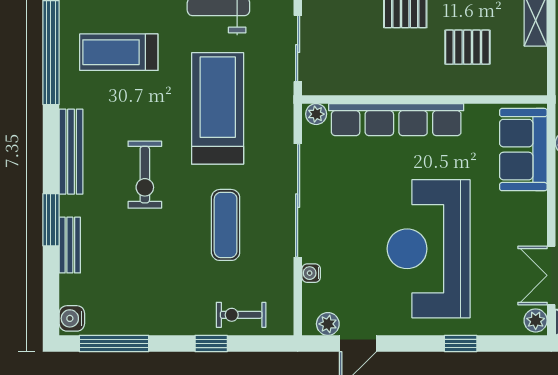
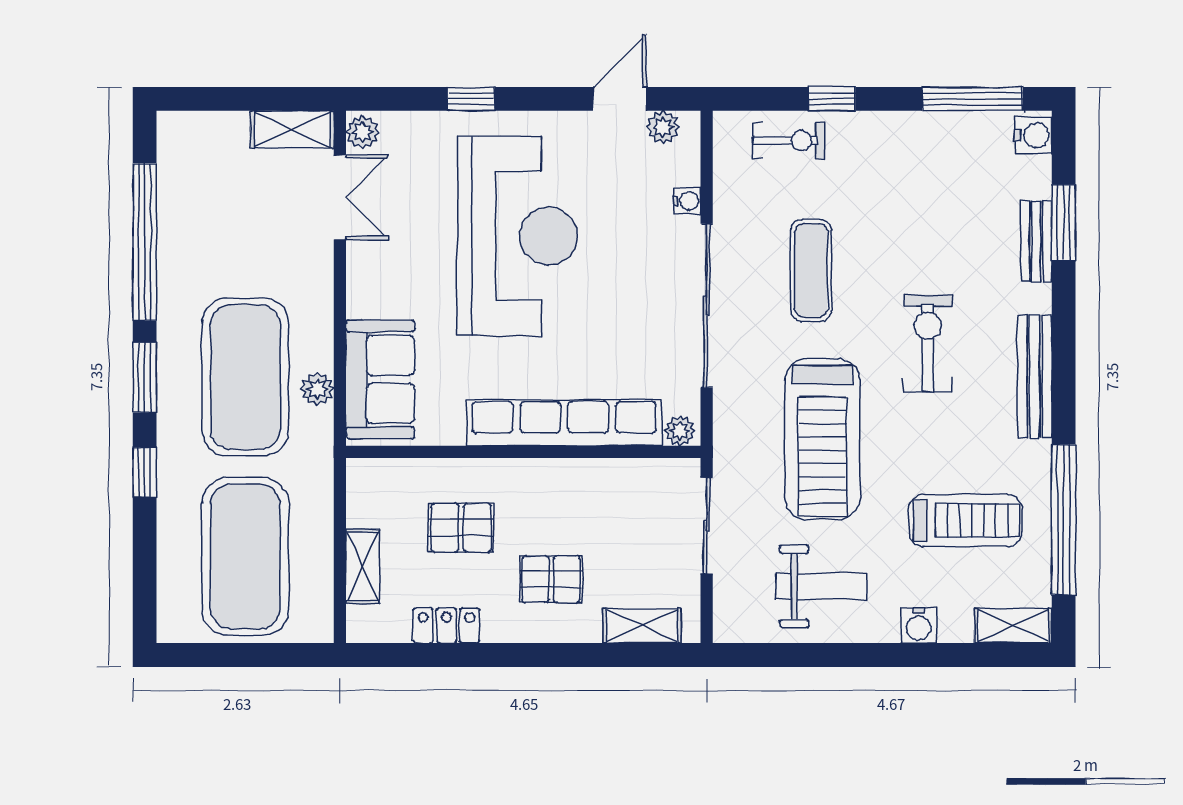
window: (51, 220) -> (1064, 223), moved

